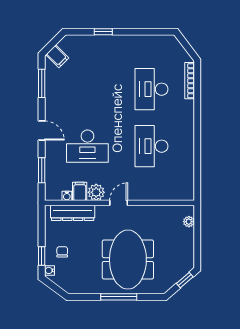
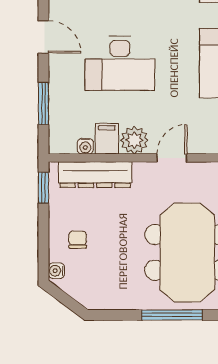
window: (42, 256) -> (43, 188), moved

